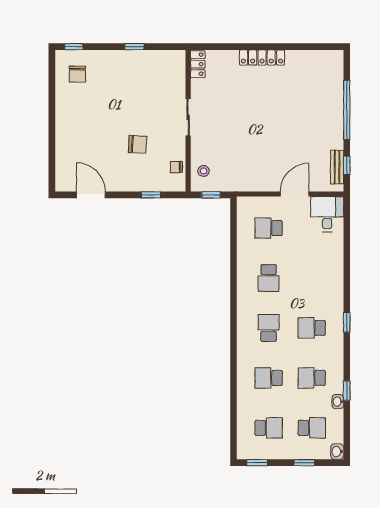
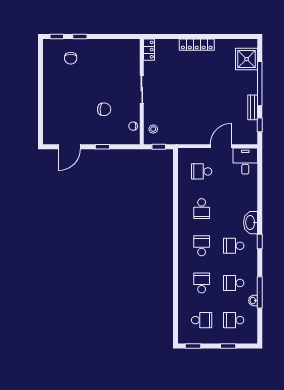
window: (134, 47) -> (80, 37), moved
chair: (78, 74) -> (71, 58), moved
shower: (329, 77) -> (247, 59), added
bench: (337, 167) -> (253, 107), moved
door: (91, 195) -> (70, 147), swing flipped
window: (151, 195) -> (102, 147), moved
school desk: (269, 378) -> (202, 283), turned 90
window: (347, 391) -> (260, 292), width x2.17
school desk: (312, 428) -> (234, 320), turned 180
washbasin: (337, 452) -> (251, 223), moved, width x1.91, depth x1.45

